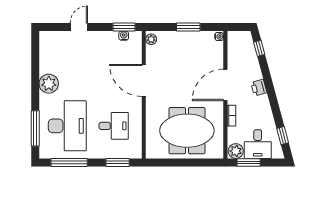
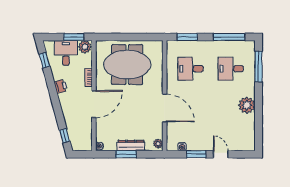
door: (79, 27) -> (221, 154), swing flipped
window: (124, 27) -> (196, 154), moved
dresser: (183, 37) -> (131, 146), added
printer: (259, 88) -> (61, 86), moved
desk: (67, 126) -> (231, 69), width x0.53, depth x0.77

